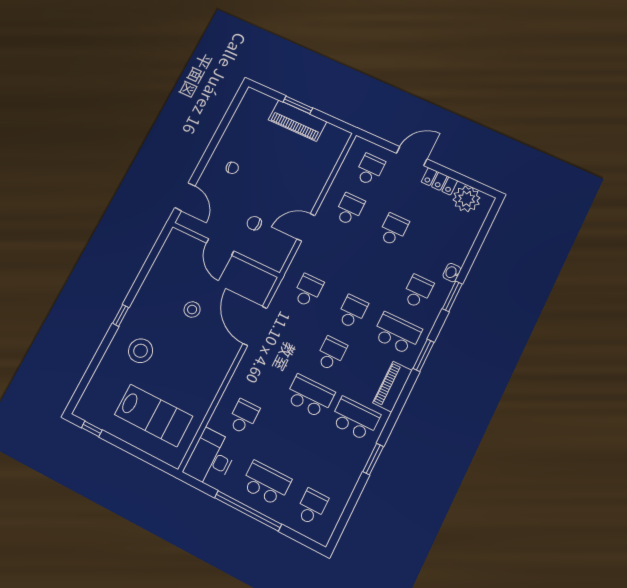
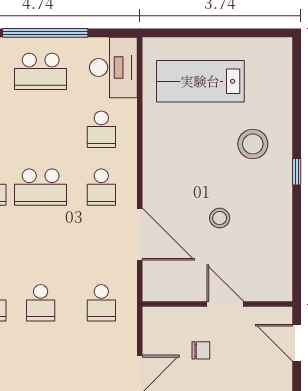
school desk: (331, 354) -> (101, 187), moved
window: (92, 429) -> (261, 33), removed

